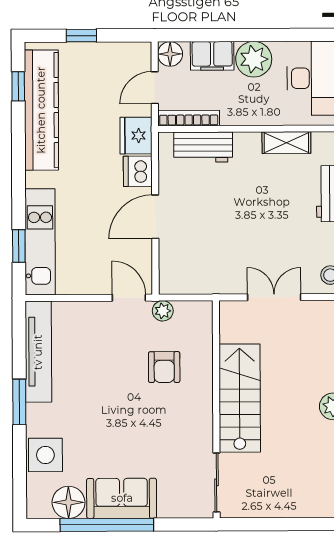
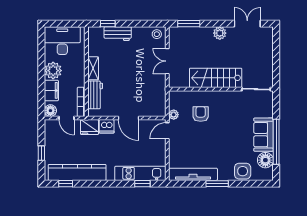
shelving: (286, 143) -> (93, 68), moved
armchair: (164, 367) -> (201, 114), turned -90

